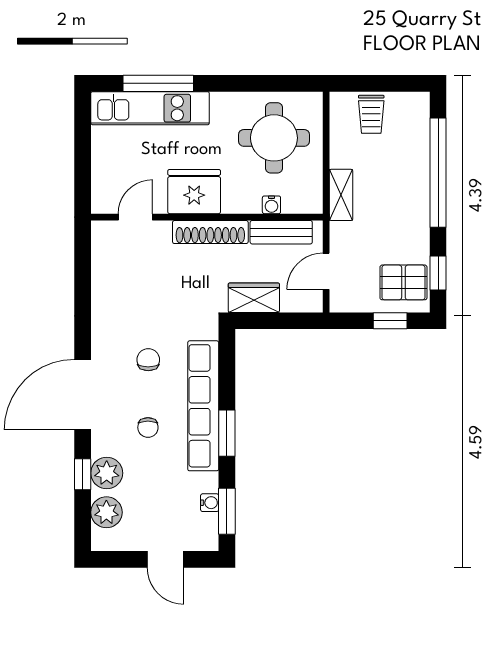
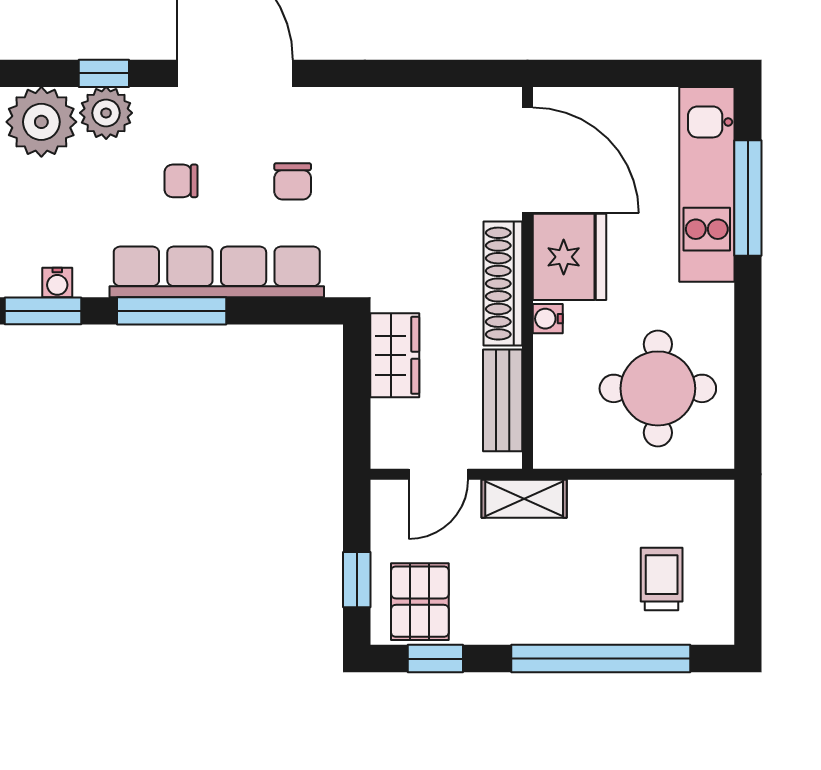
trolley: (371, 114) -> (662, 579), moved, turned 90
shelving: (341, 195) -> (524, 499), moved
water cooler: (271, 205) -> (548, 319), moved
door: (135, 217) -> (527, 160), width x1.87
door: (326, 271) -> (438, 474), swing flipped
chair: (148, 360) -> (293, 181), turned 90
window: (227, 433) -> (172, 311), width x1.44
plant: (106, 512) -> (41, 122), width x1.36, depth x1.36

